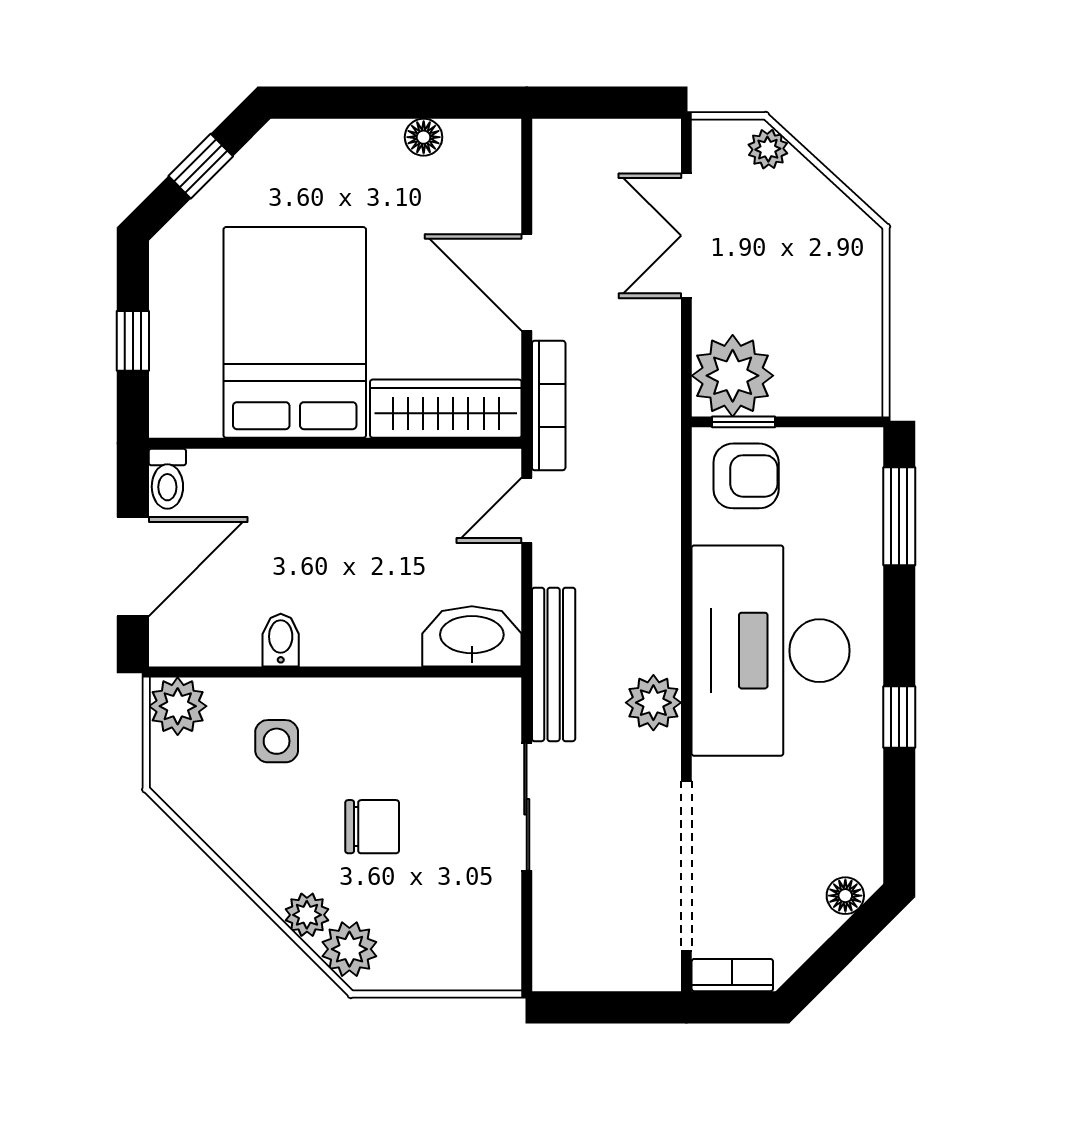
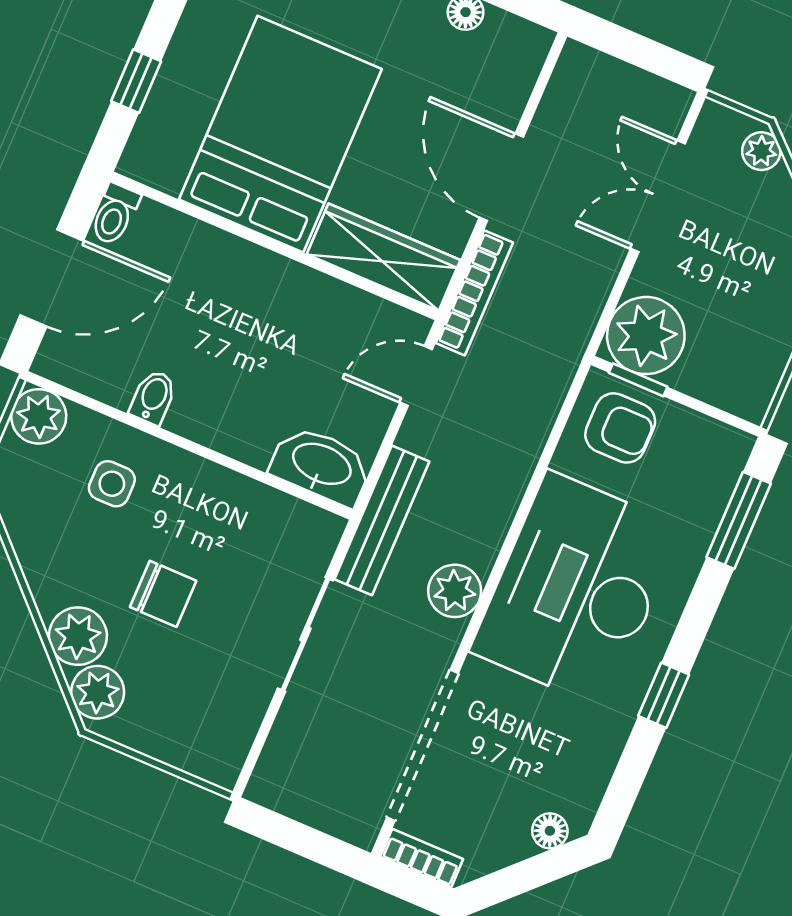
plant: (307, 915) -> (78, 636), width x1.38, depth x1.38

